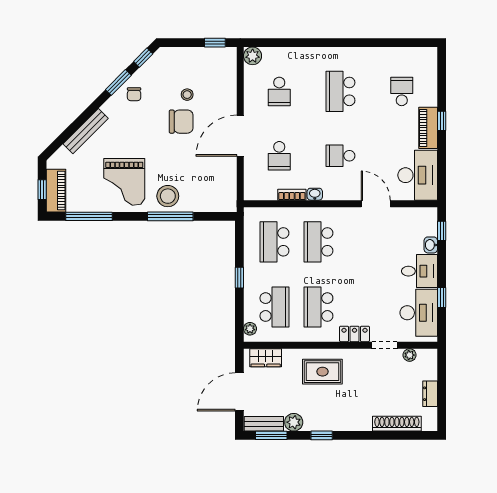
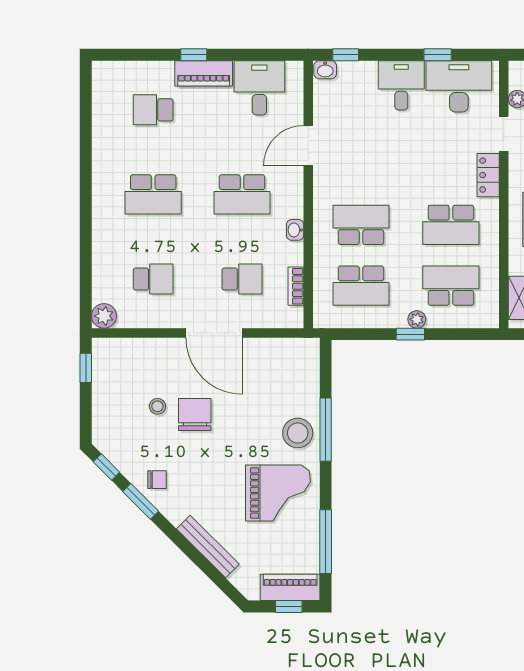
school desk: (340, 156) -> (242, 194), width x1.85
desk: (418, 175) -> (259, 88), width x0.73
bookcase: (292, 195) -> (296, 286), moved
school desk: (318, 242) -> (361, 225), turned 180
washbasin: (431, 245) -> (325, 70), moved
plant: (250, 329) -> (417, 319), moved

